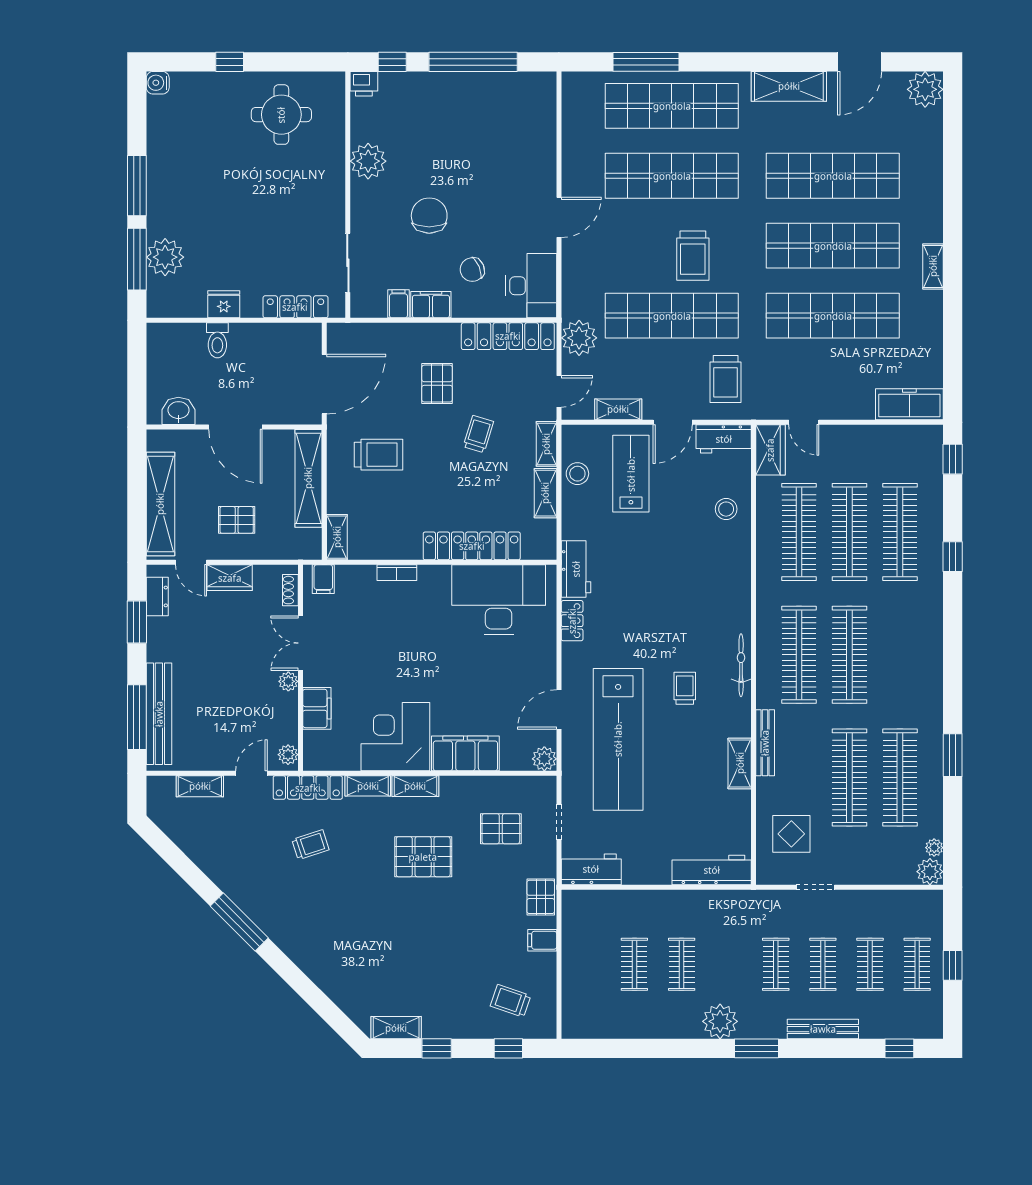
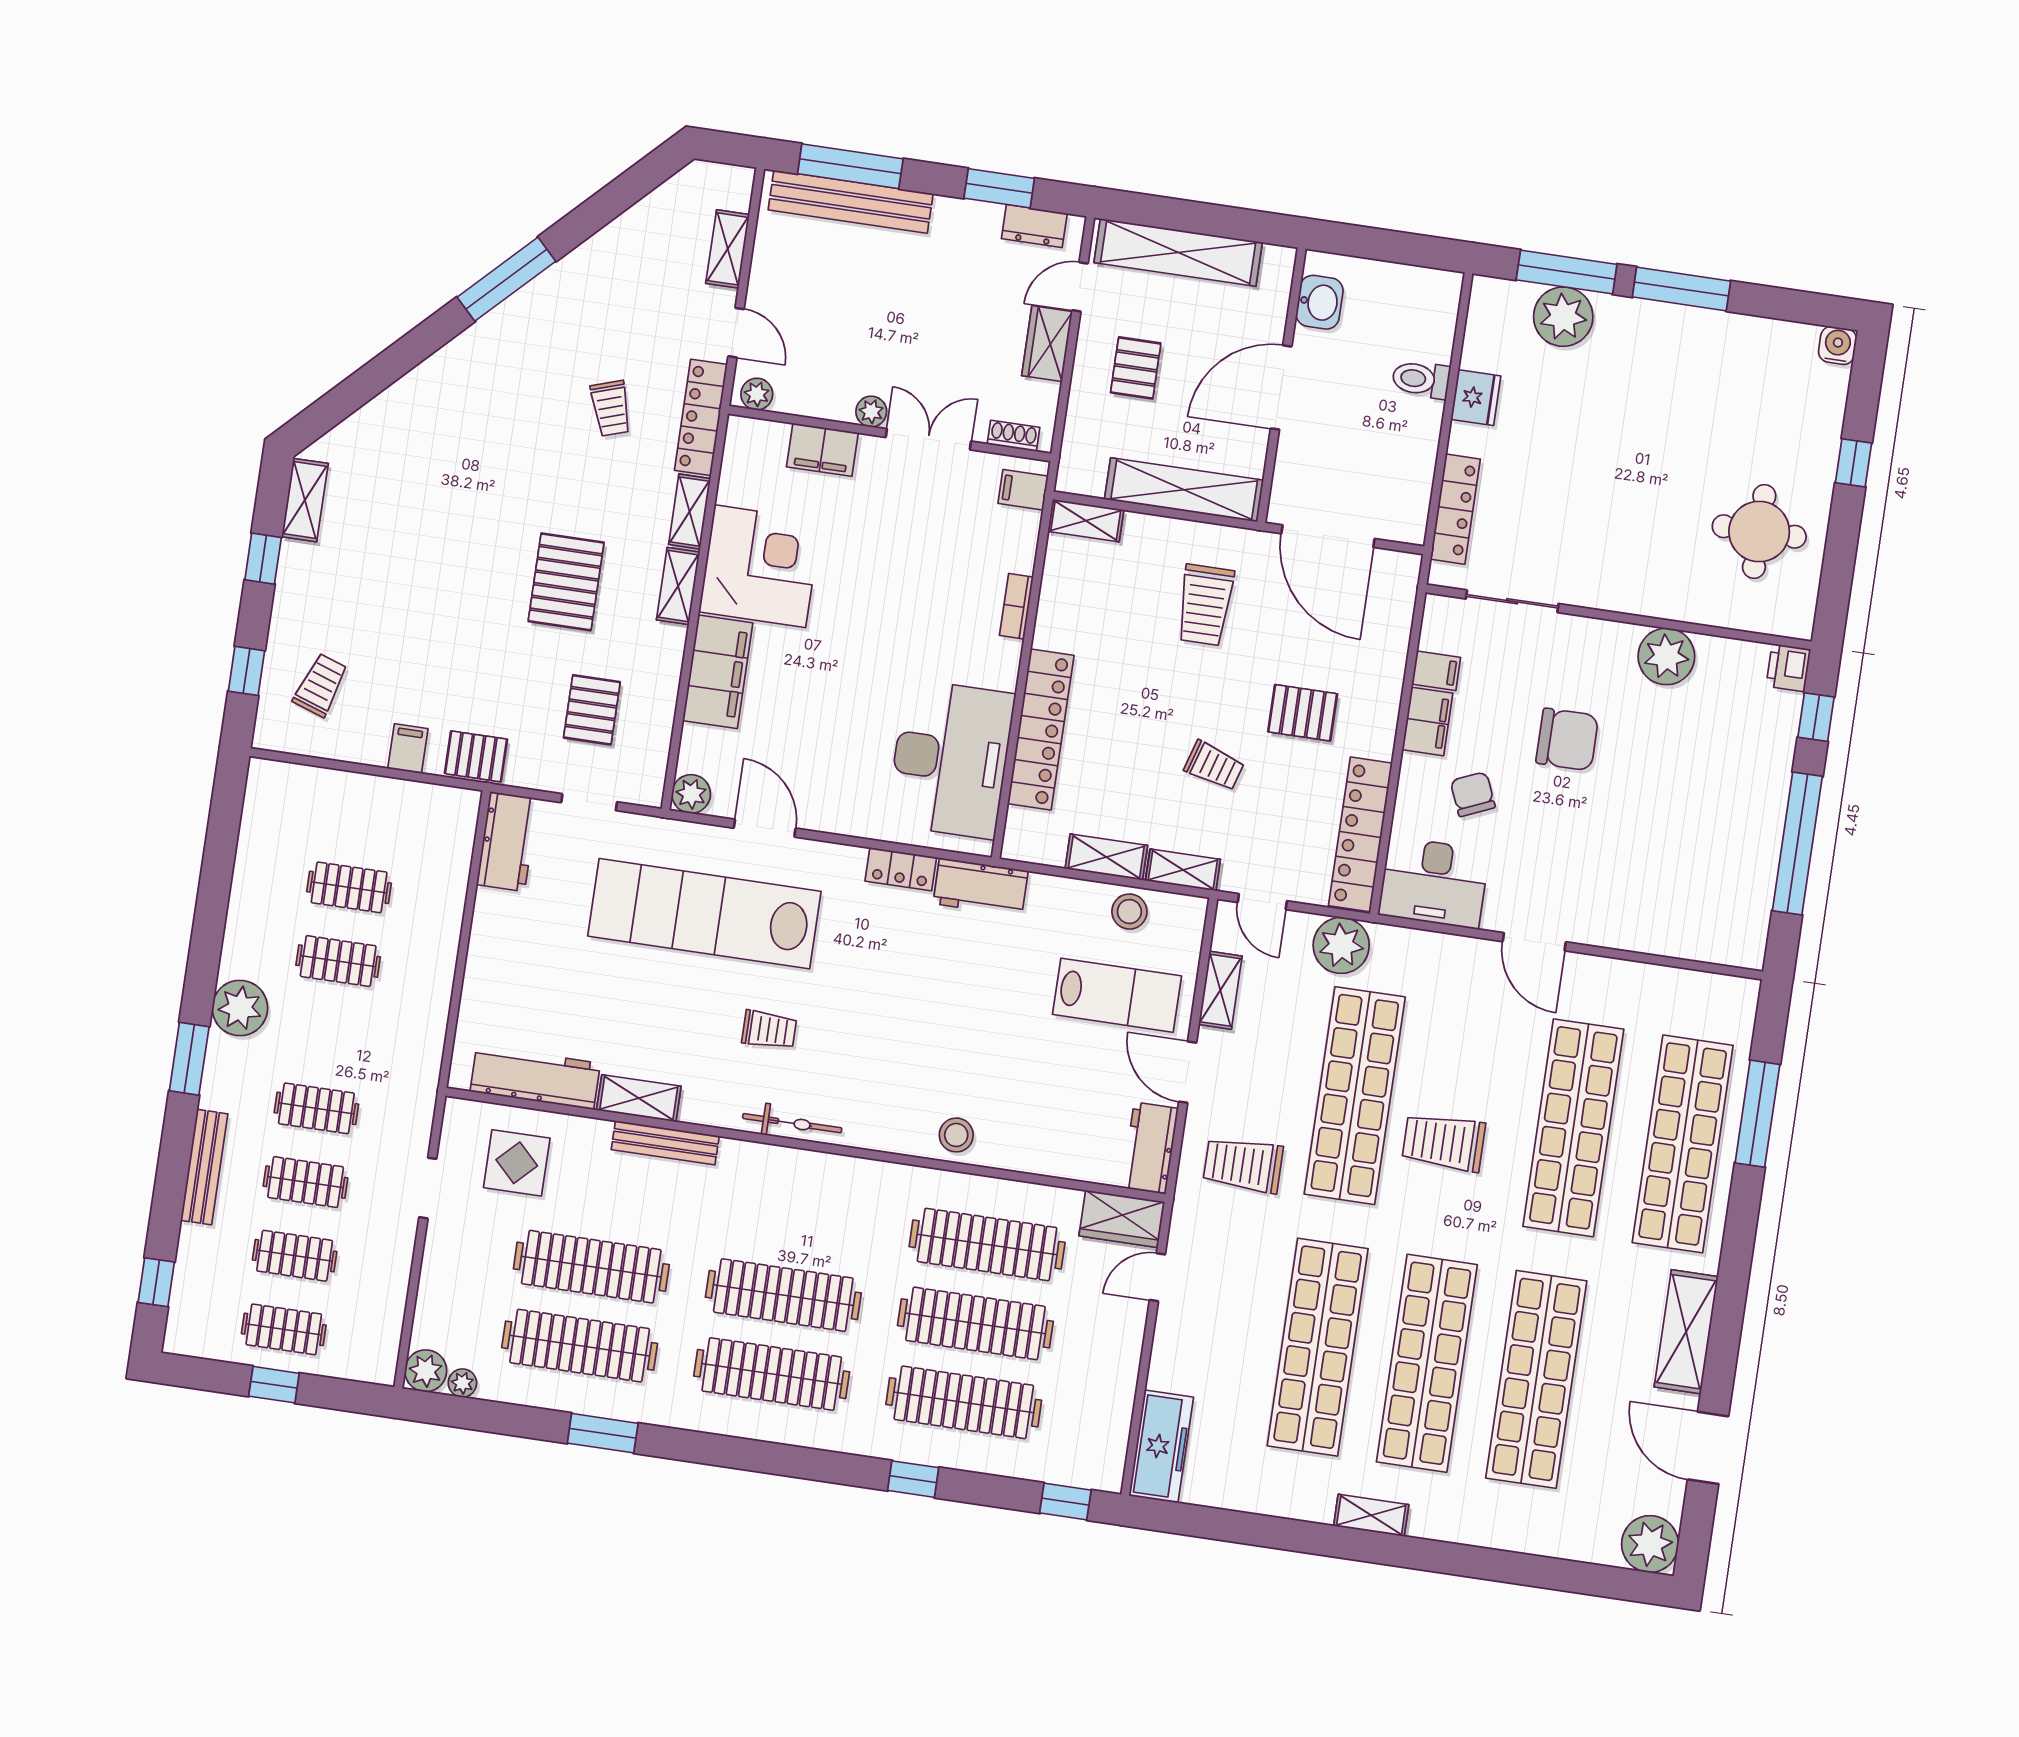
stool: (726, 509) -> (956, 1135), moved
clothes rail: (799, 655) -> (772, 1374), moved
workbench: (712, 870) -> (535, 1077), moved, turned -90

